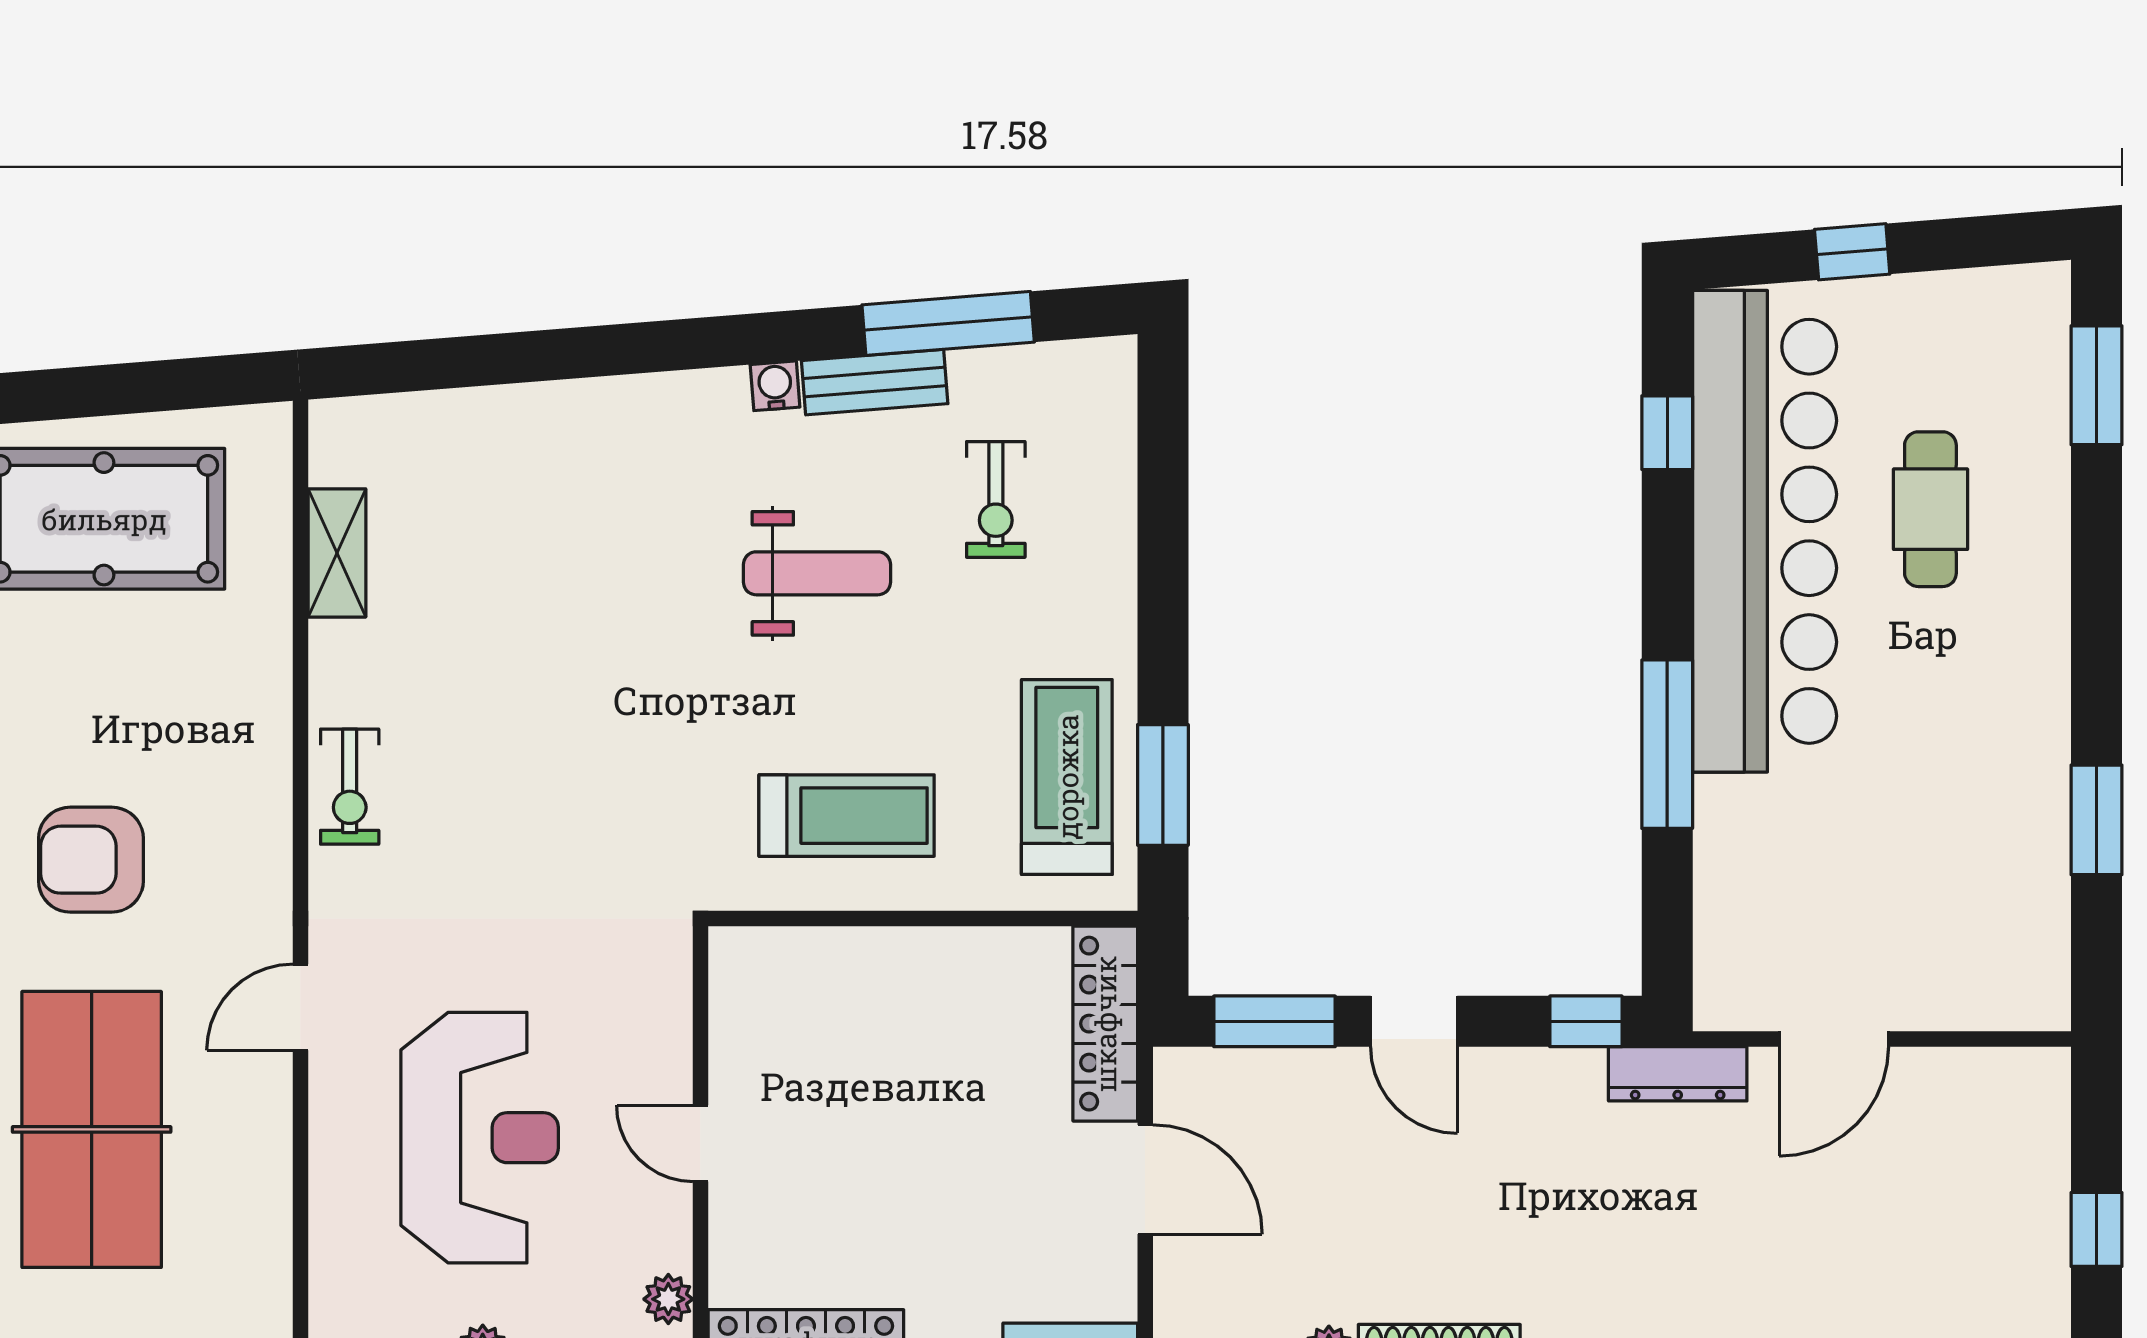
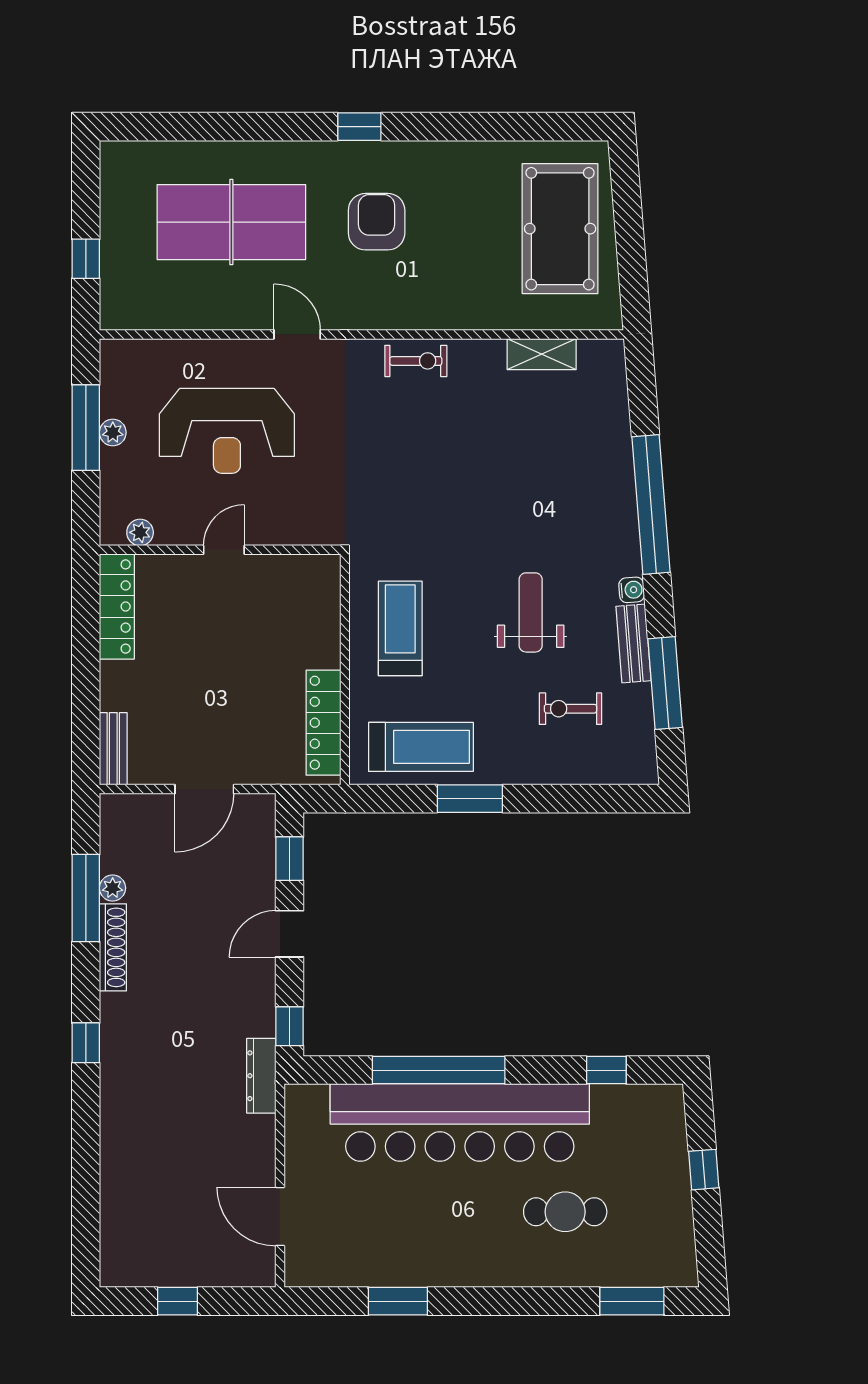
window: (616, 350) -> (651, 505), added
bar counter: (1765, 531) -> (460, 1122), moved
weight bench: (817, 573) -> (531, 612), turned 180
window: (1667, 744) -> (439, 1070), width x1.46
window: (1163, 785) -> (470, 799), moved
exercise bike: (350, 787) -> (416, 361), turned 180
treadmill: (847, 816) -> (400, 628), turned 180
window: (1275, 1021) -> (290, 859), width x0.67
locker: (1105, 1024) -> (323, 723), moved, turned -90
door: (1834, 1039) -> (280, 1216), moved

